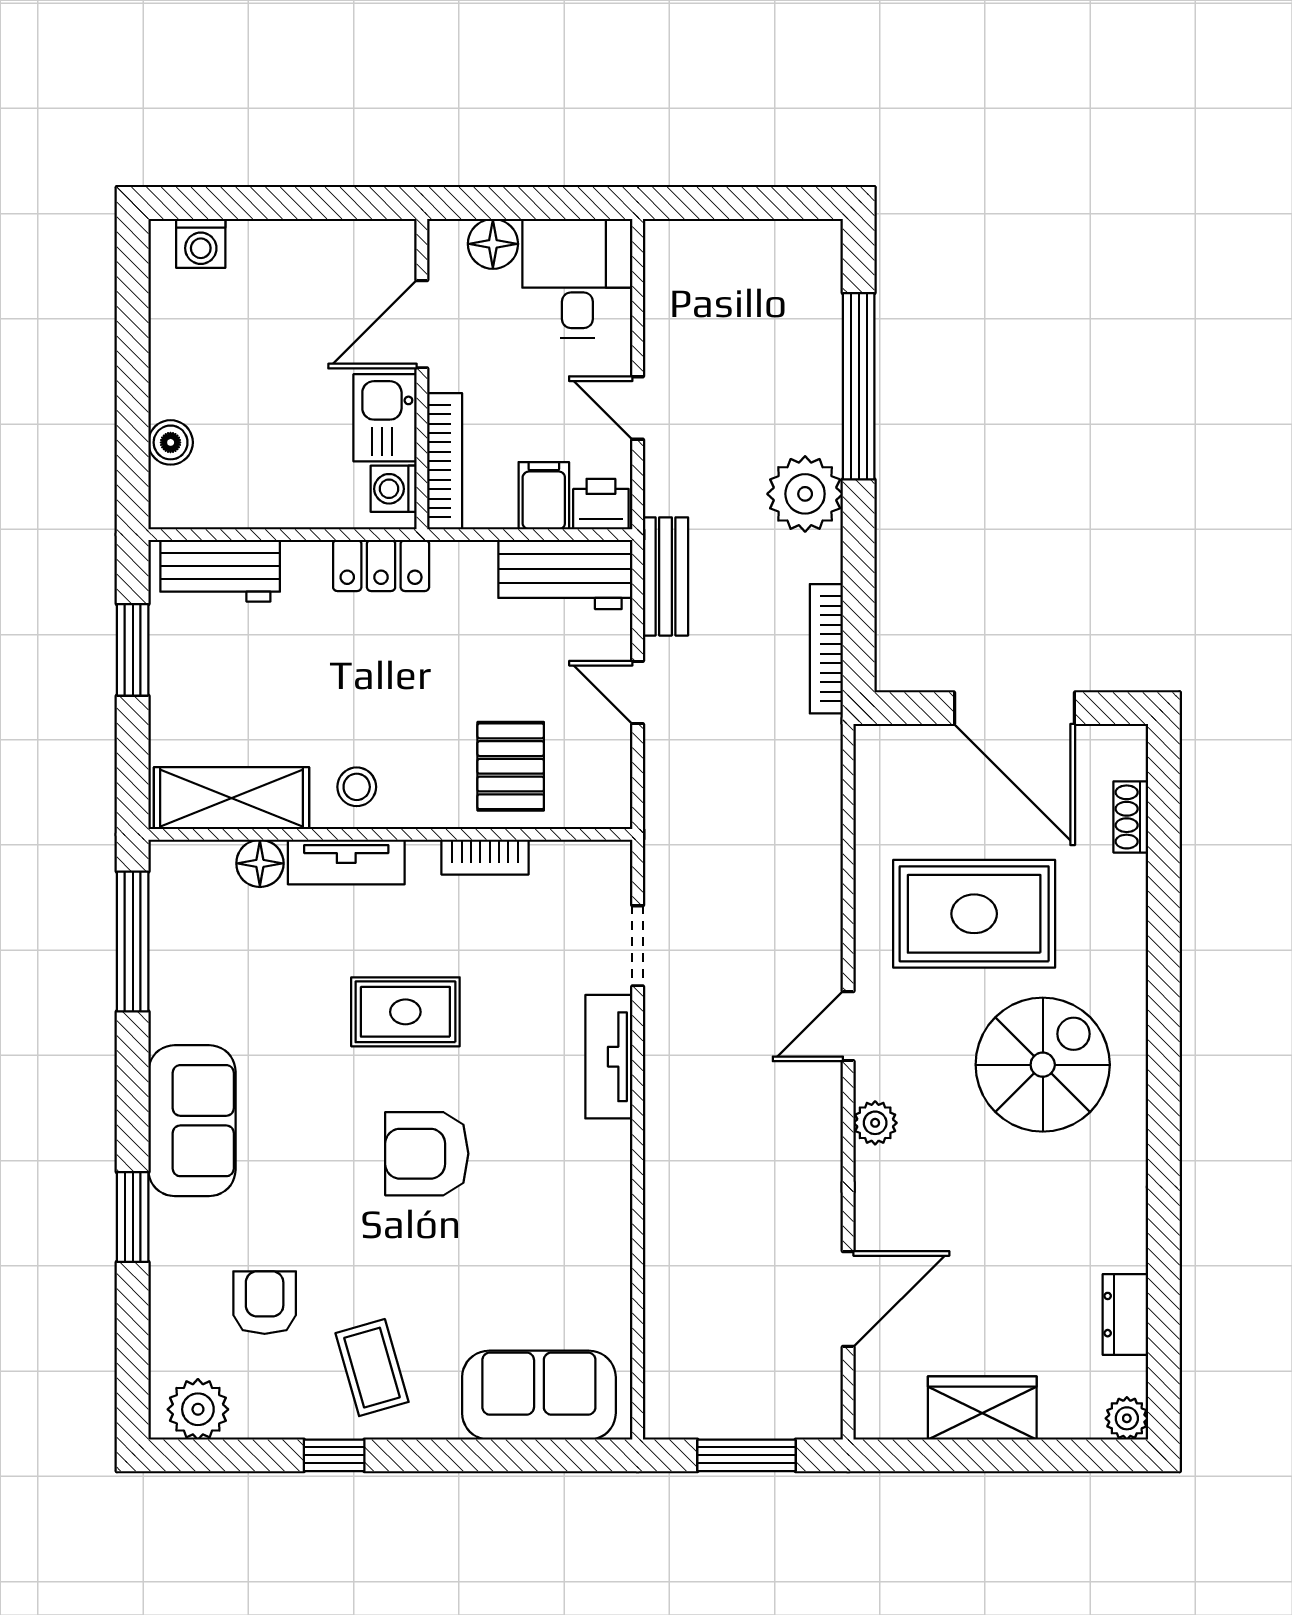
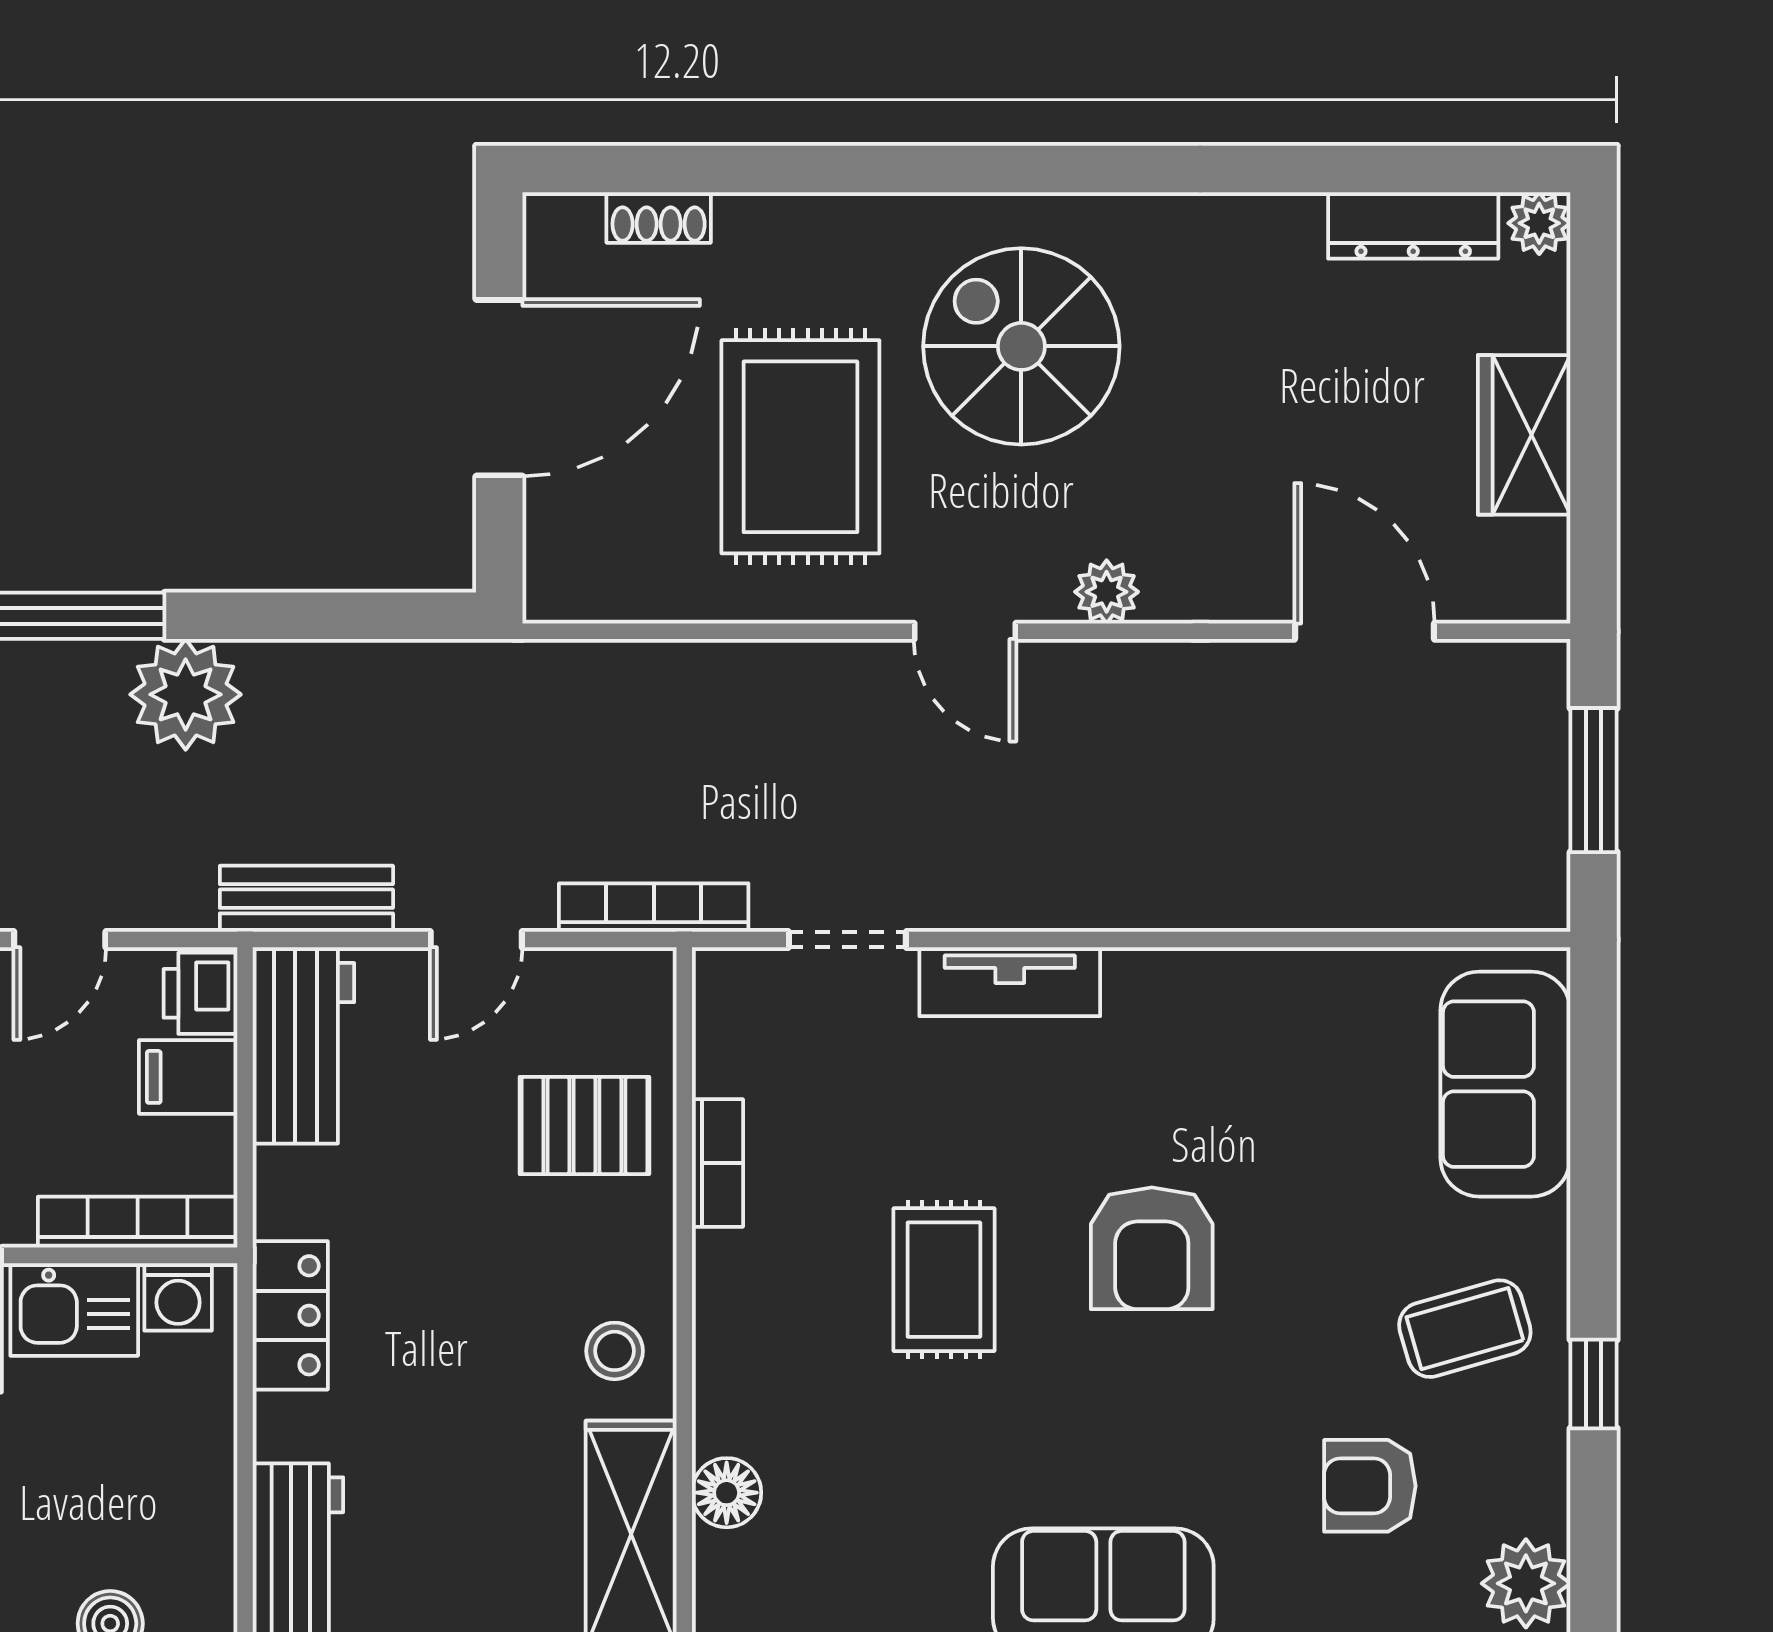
bookcase: (826, 649) -> (654, 908), moved, turned 180
tv unit: (346, 862) -> (725, 1366), removed
dresser: (1125, 1315) -> (1413, 225), width x1.44

